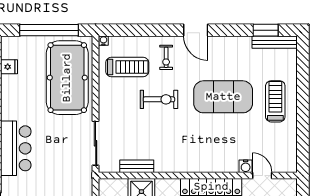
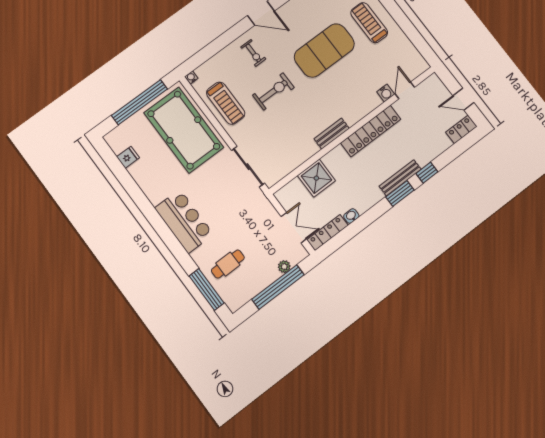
treadmill: (127, 67) -> (226, 103), moved, turned 90
bench: (137, 166) -> (332, 134), moved
door: (262, 176) -> (405, 90), hinge flipped

